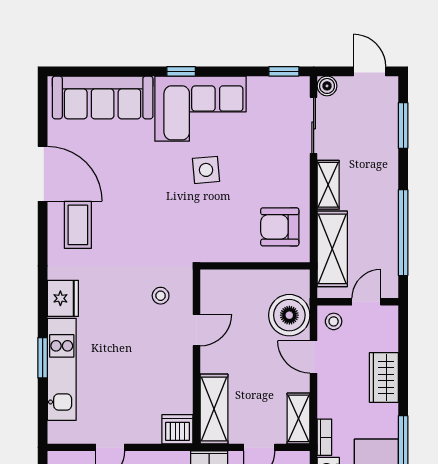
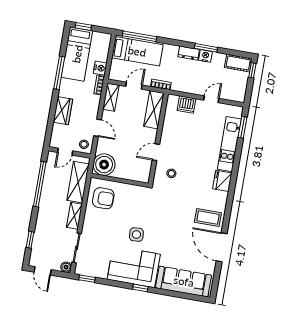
window: (403, 125) -> (30, 240), width x0.67
coffee table: (78, 225) -> (208, 218), turned 90
boiler: (289, 315) -> (104, 165), moved
window: (43, 358) -> (243, 127), moved
dishwasher: (177, 429) -> (186, 105), moved

